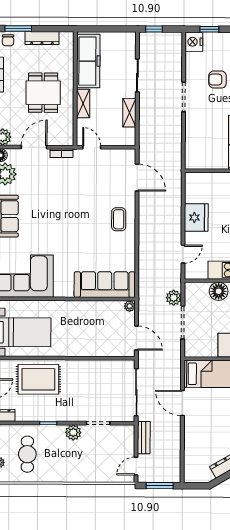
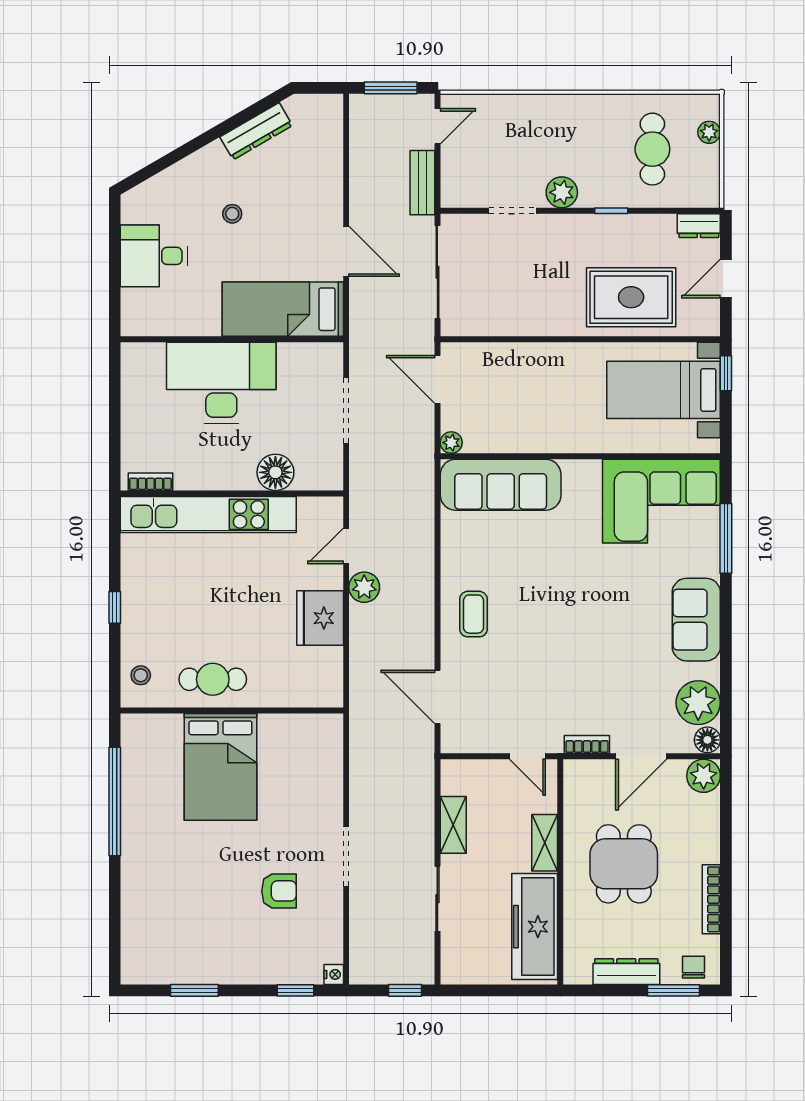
nightstand: (194, 42) -> (334, 974), width x0.53, depth x0.56
plant: (174, 298) -> (364, 587), moved

